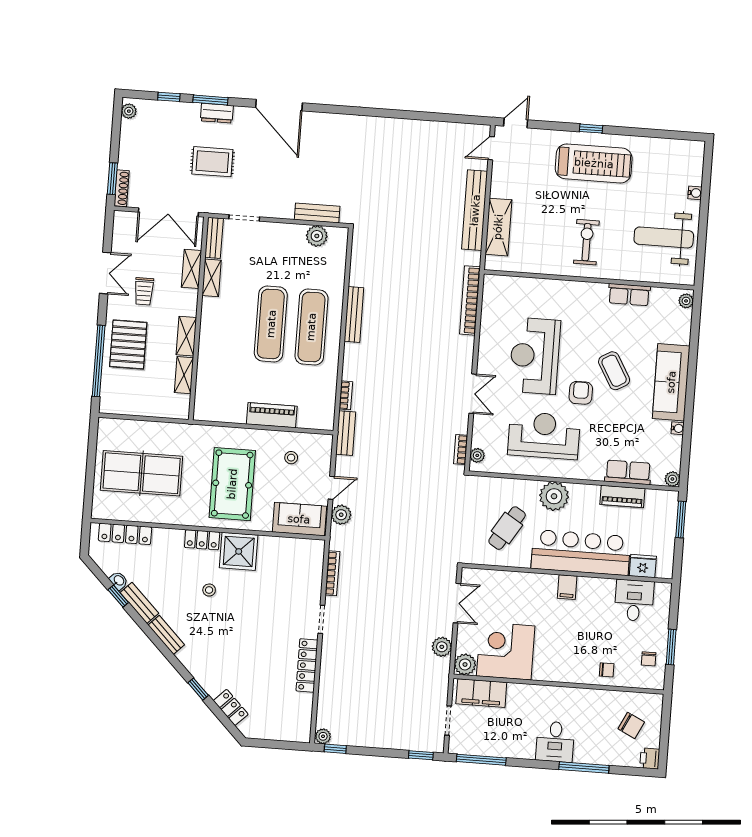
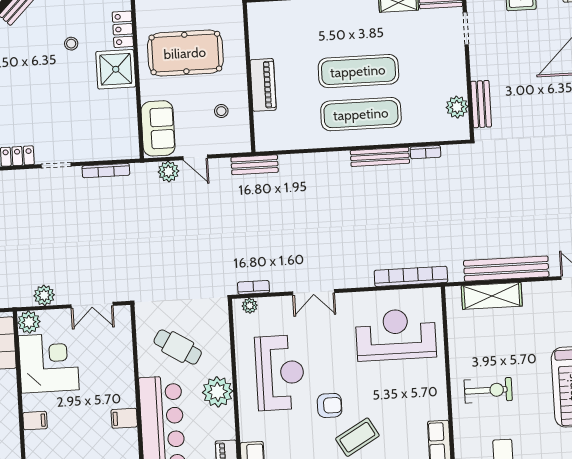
reception desk: (535, 356) -> (396, 335), moved
bookcase: (346, 395) -> (425, 152), moved
filing cabinet: (558, 671) -> (35, 421), added

